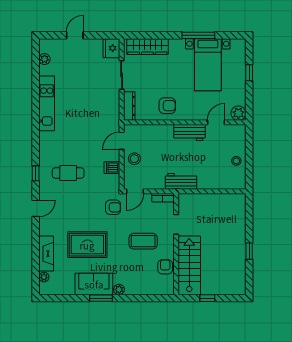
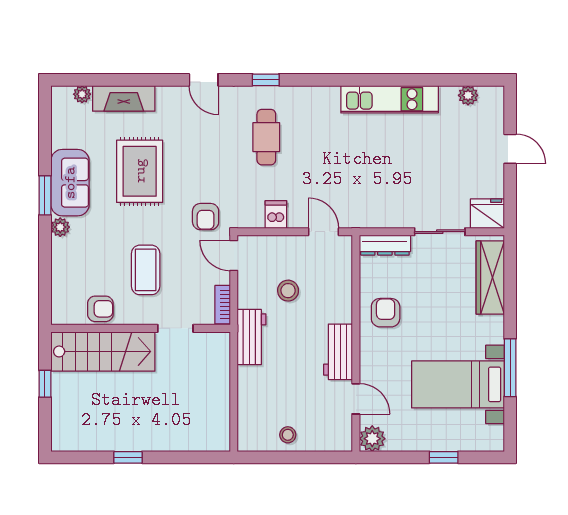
armchair: (167, 106) -> (386, 313), turned 180
stool: (134, 159) -> (288, 291), moved

